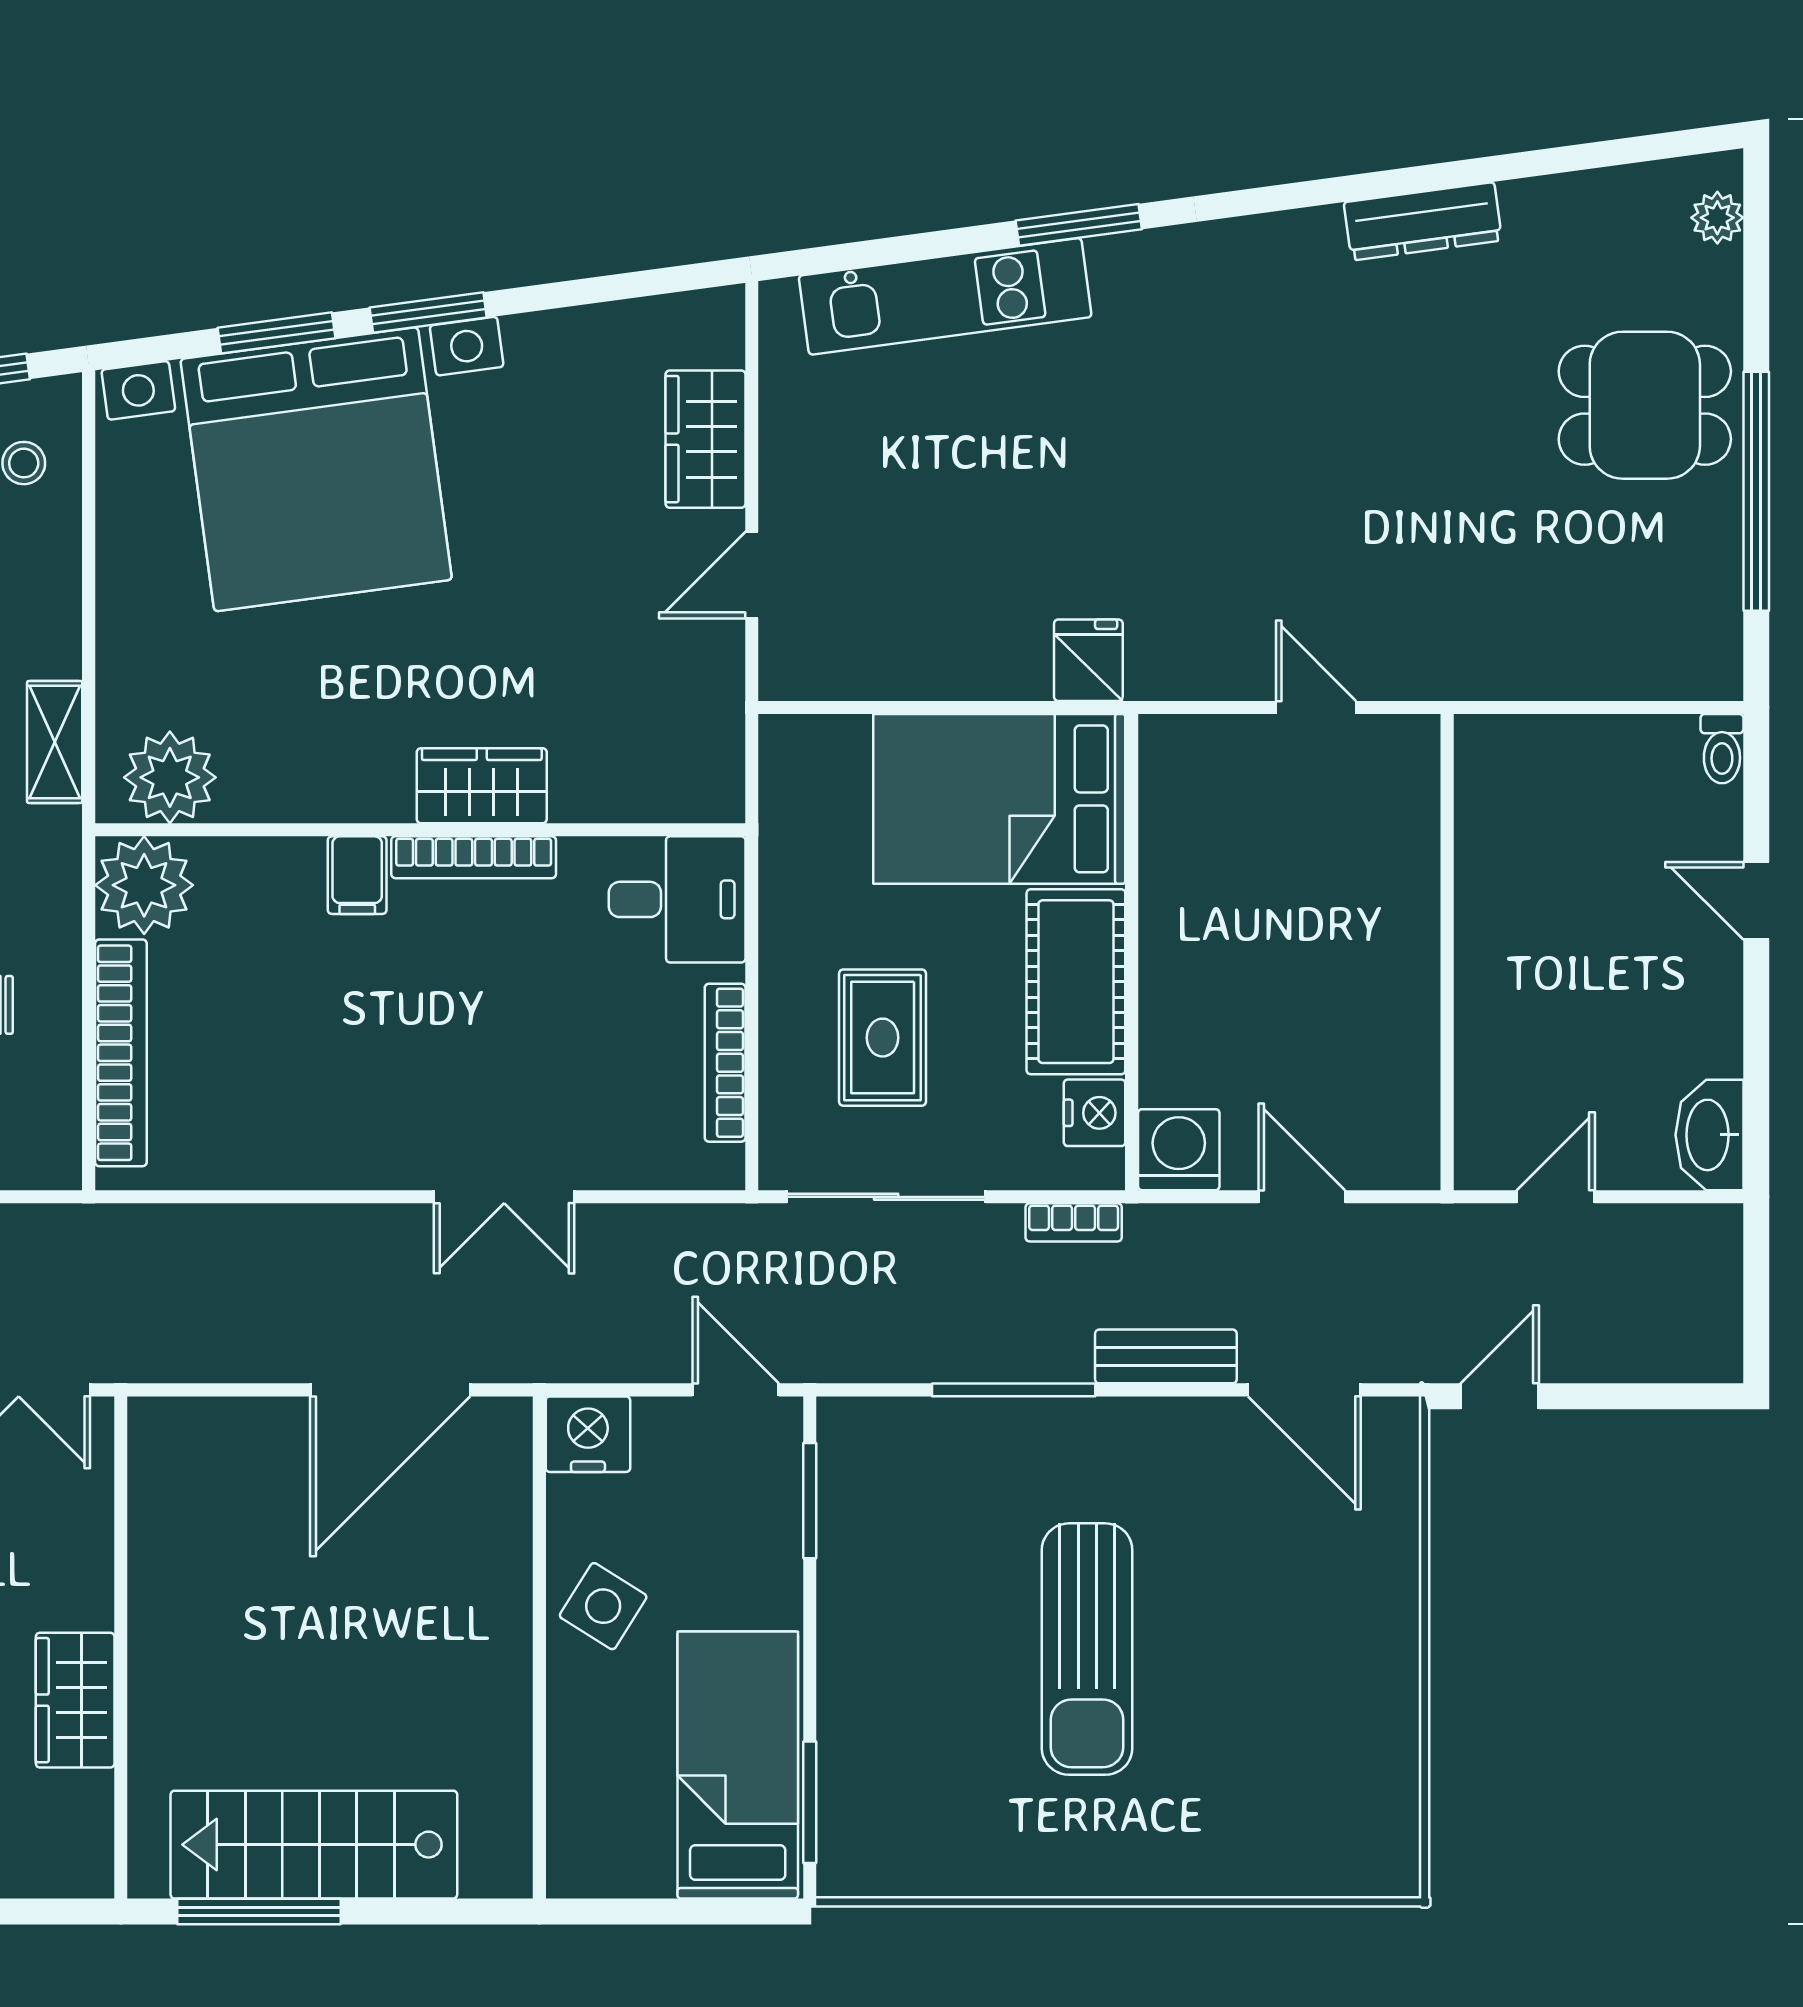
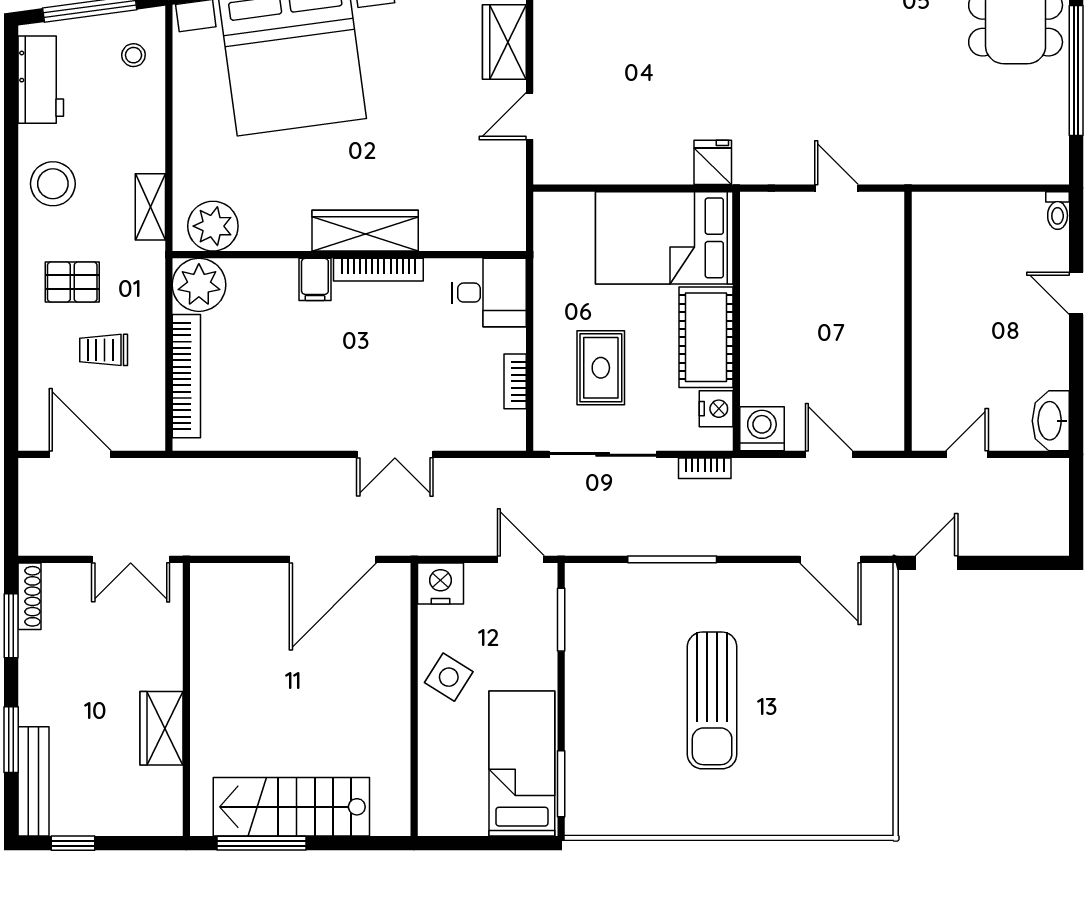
wardrobe: (482, 786) -> (365, 231), width x1.50
bookcase: (725, 1063) -> (515, 381), width x0.64
bench: (1166, 1356) -> (755, 541), removed

